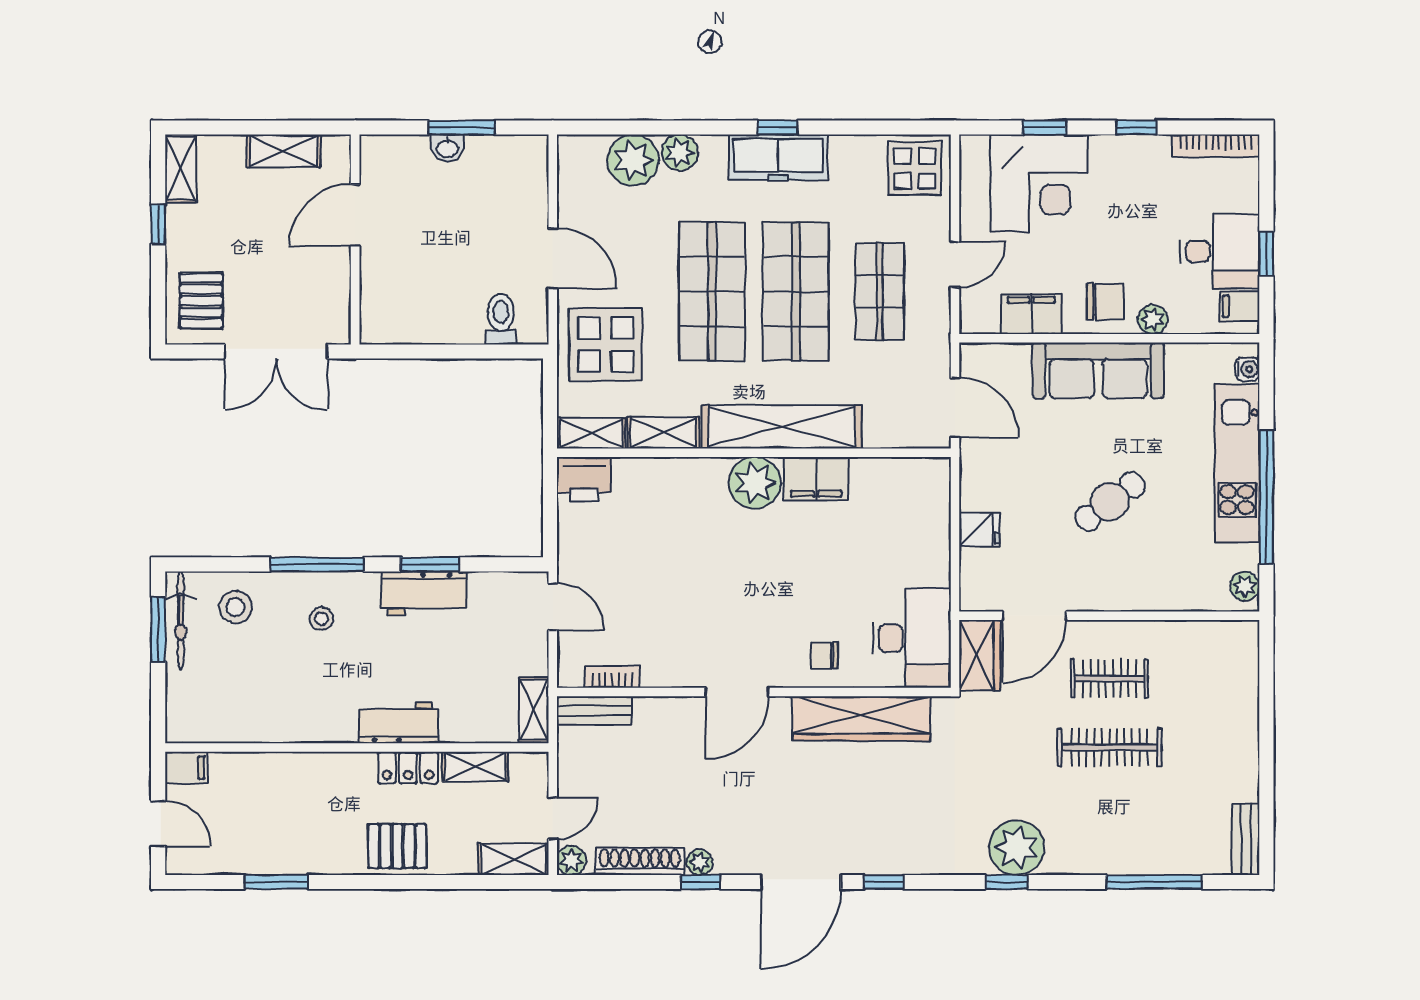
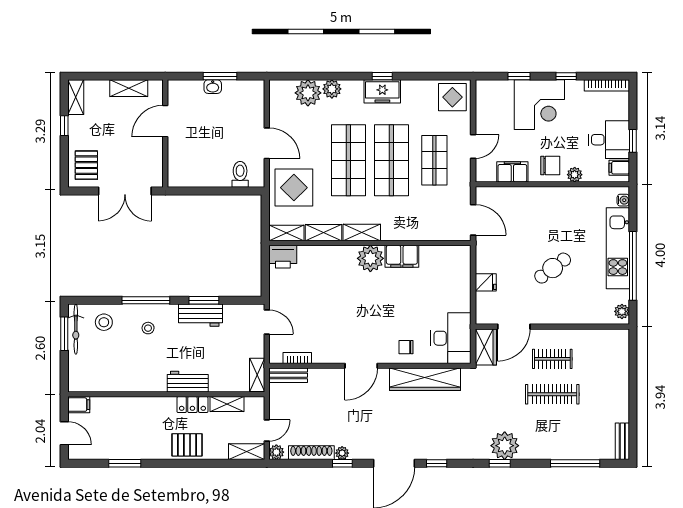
freezer: (778, 157) -> (382, 91), width x0.71
corner desk: (1039, 183) -> (539, 105), moved
sofa: (1098, 370) -> (547, 201), removed
shelving: (782, 427) -> (362, 232), width x0.45, depth x0.75

